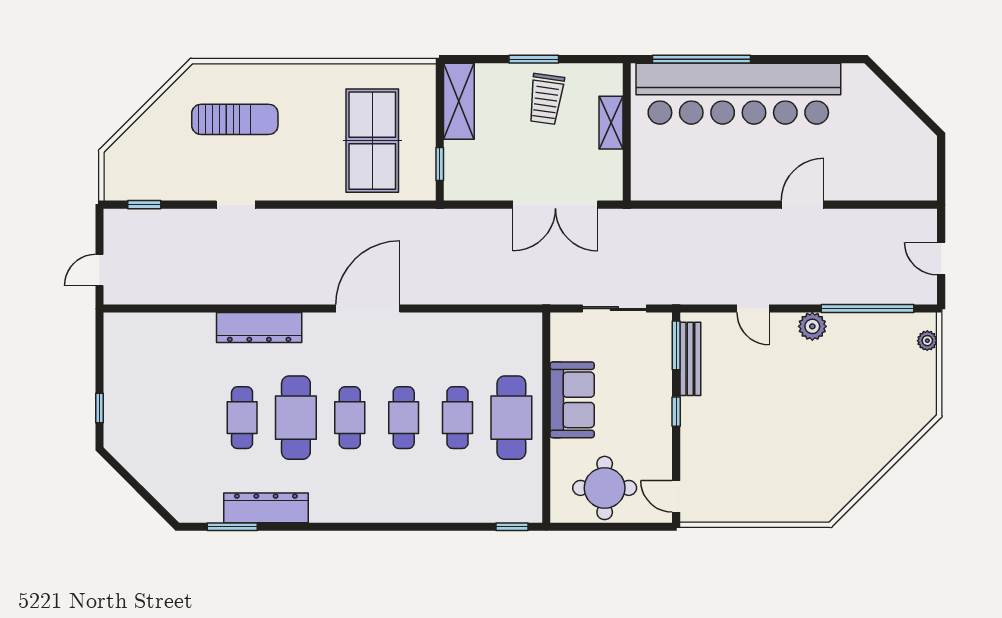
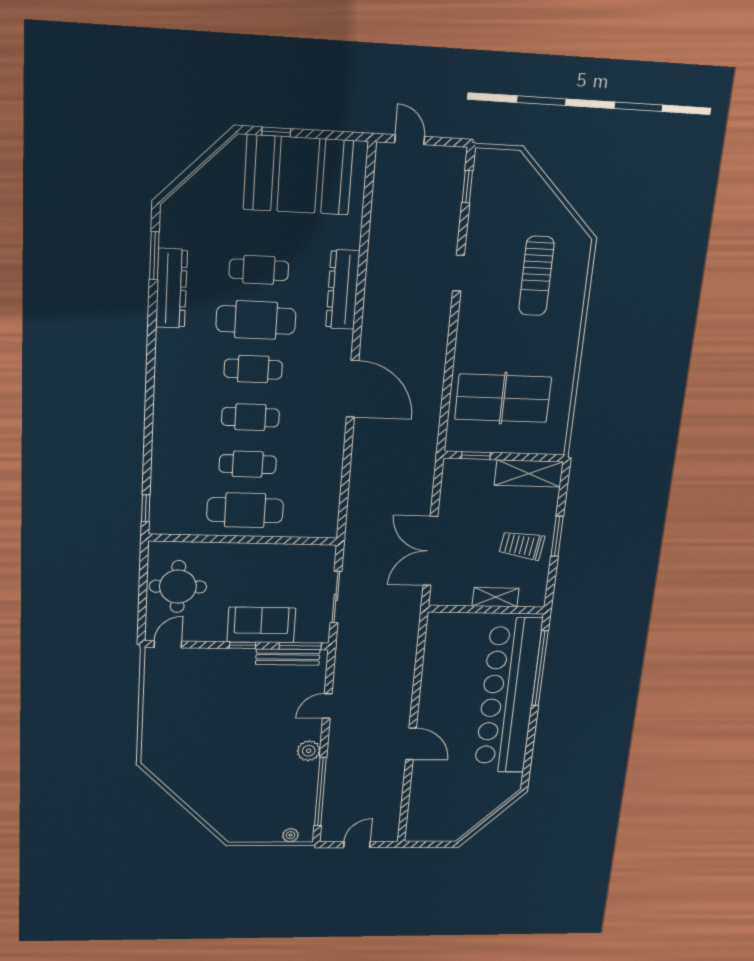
booth: (142, 383) -> (298, 175), added
sofa: (572, 400) -> (261, 625), moved, turned 180

